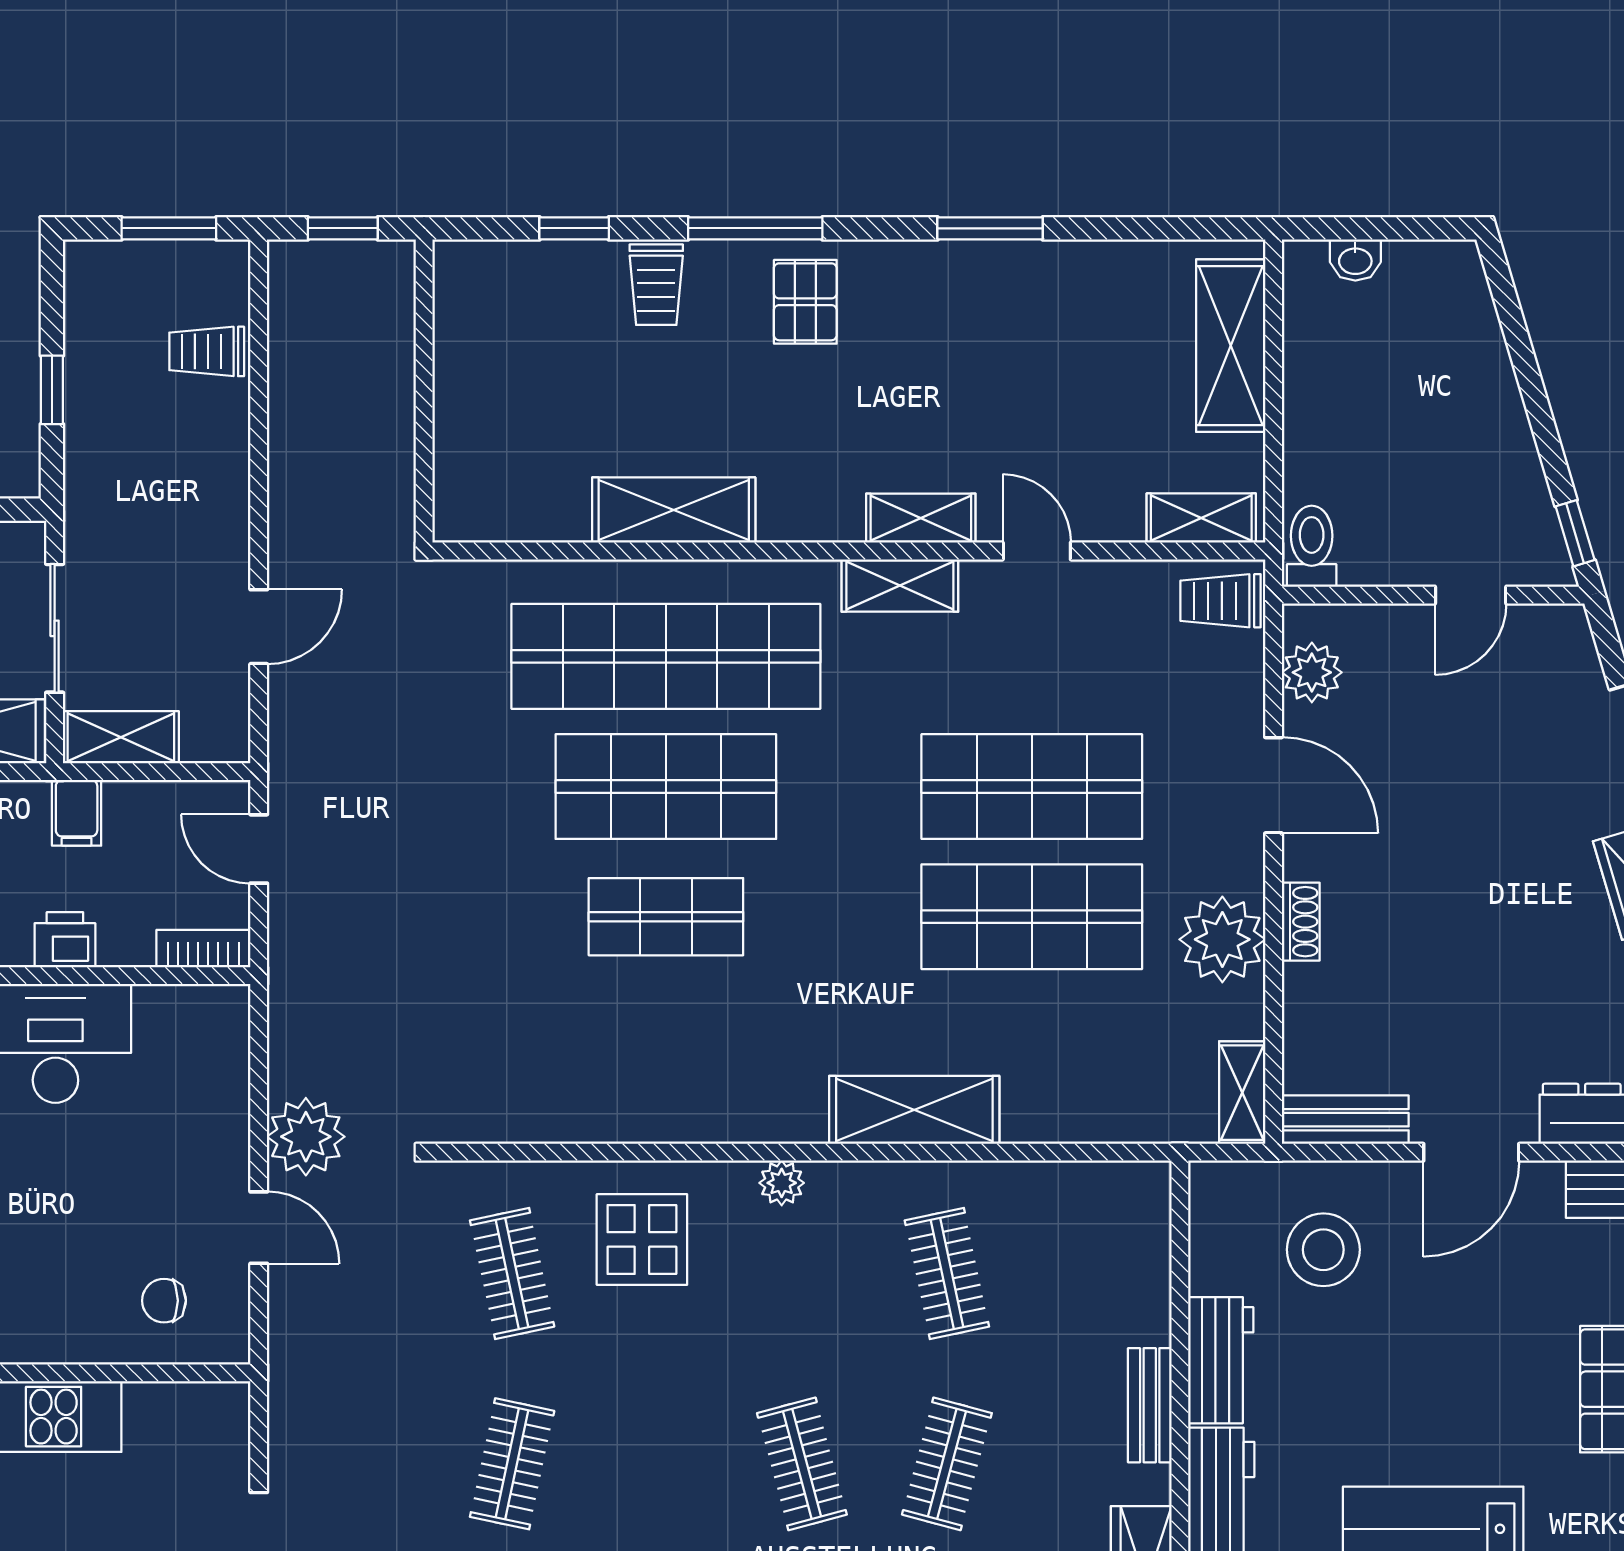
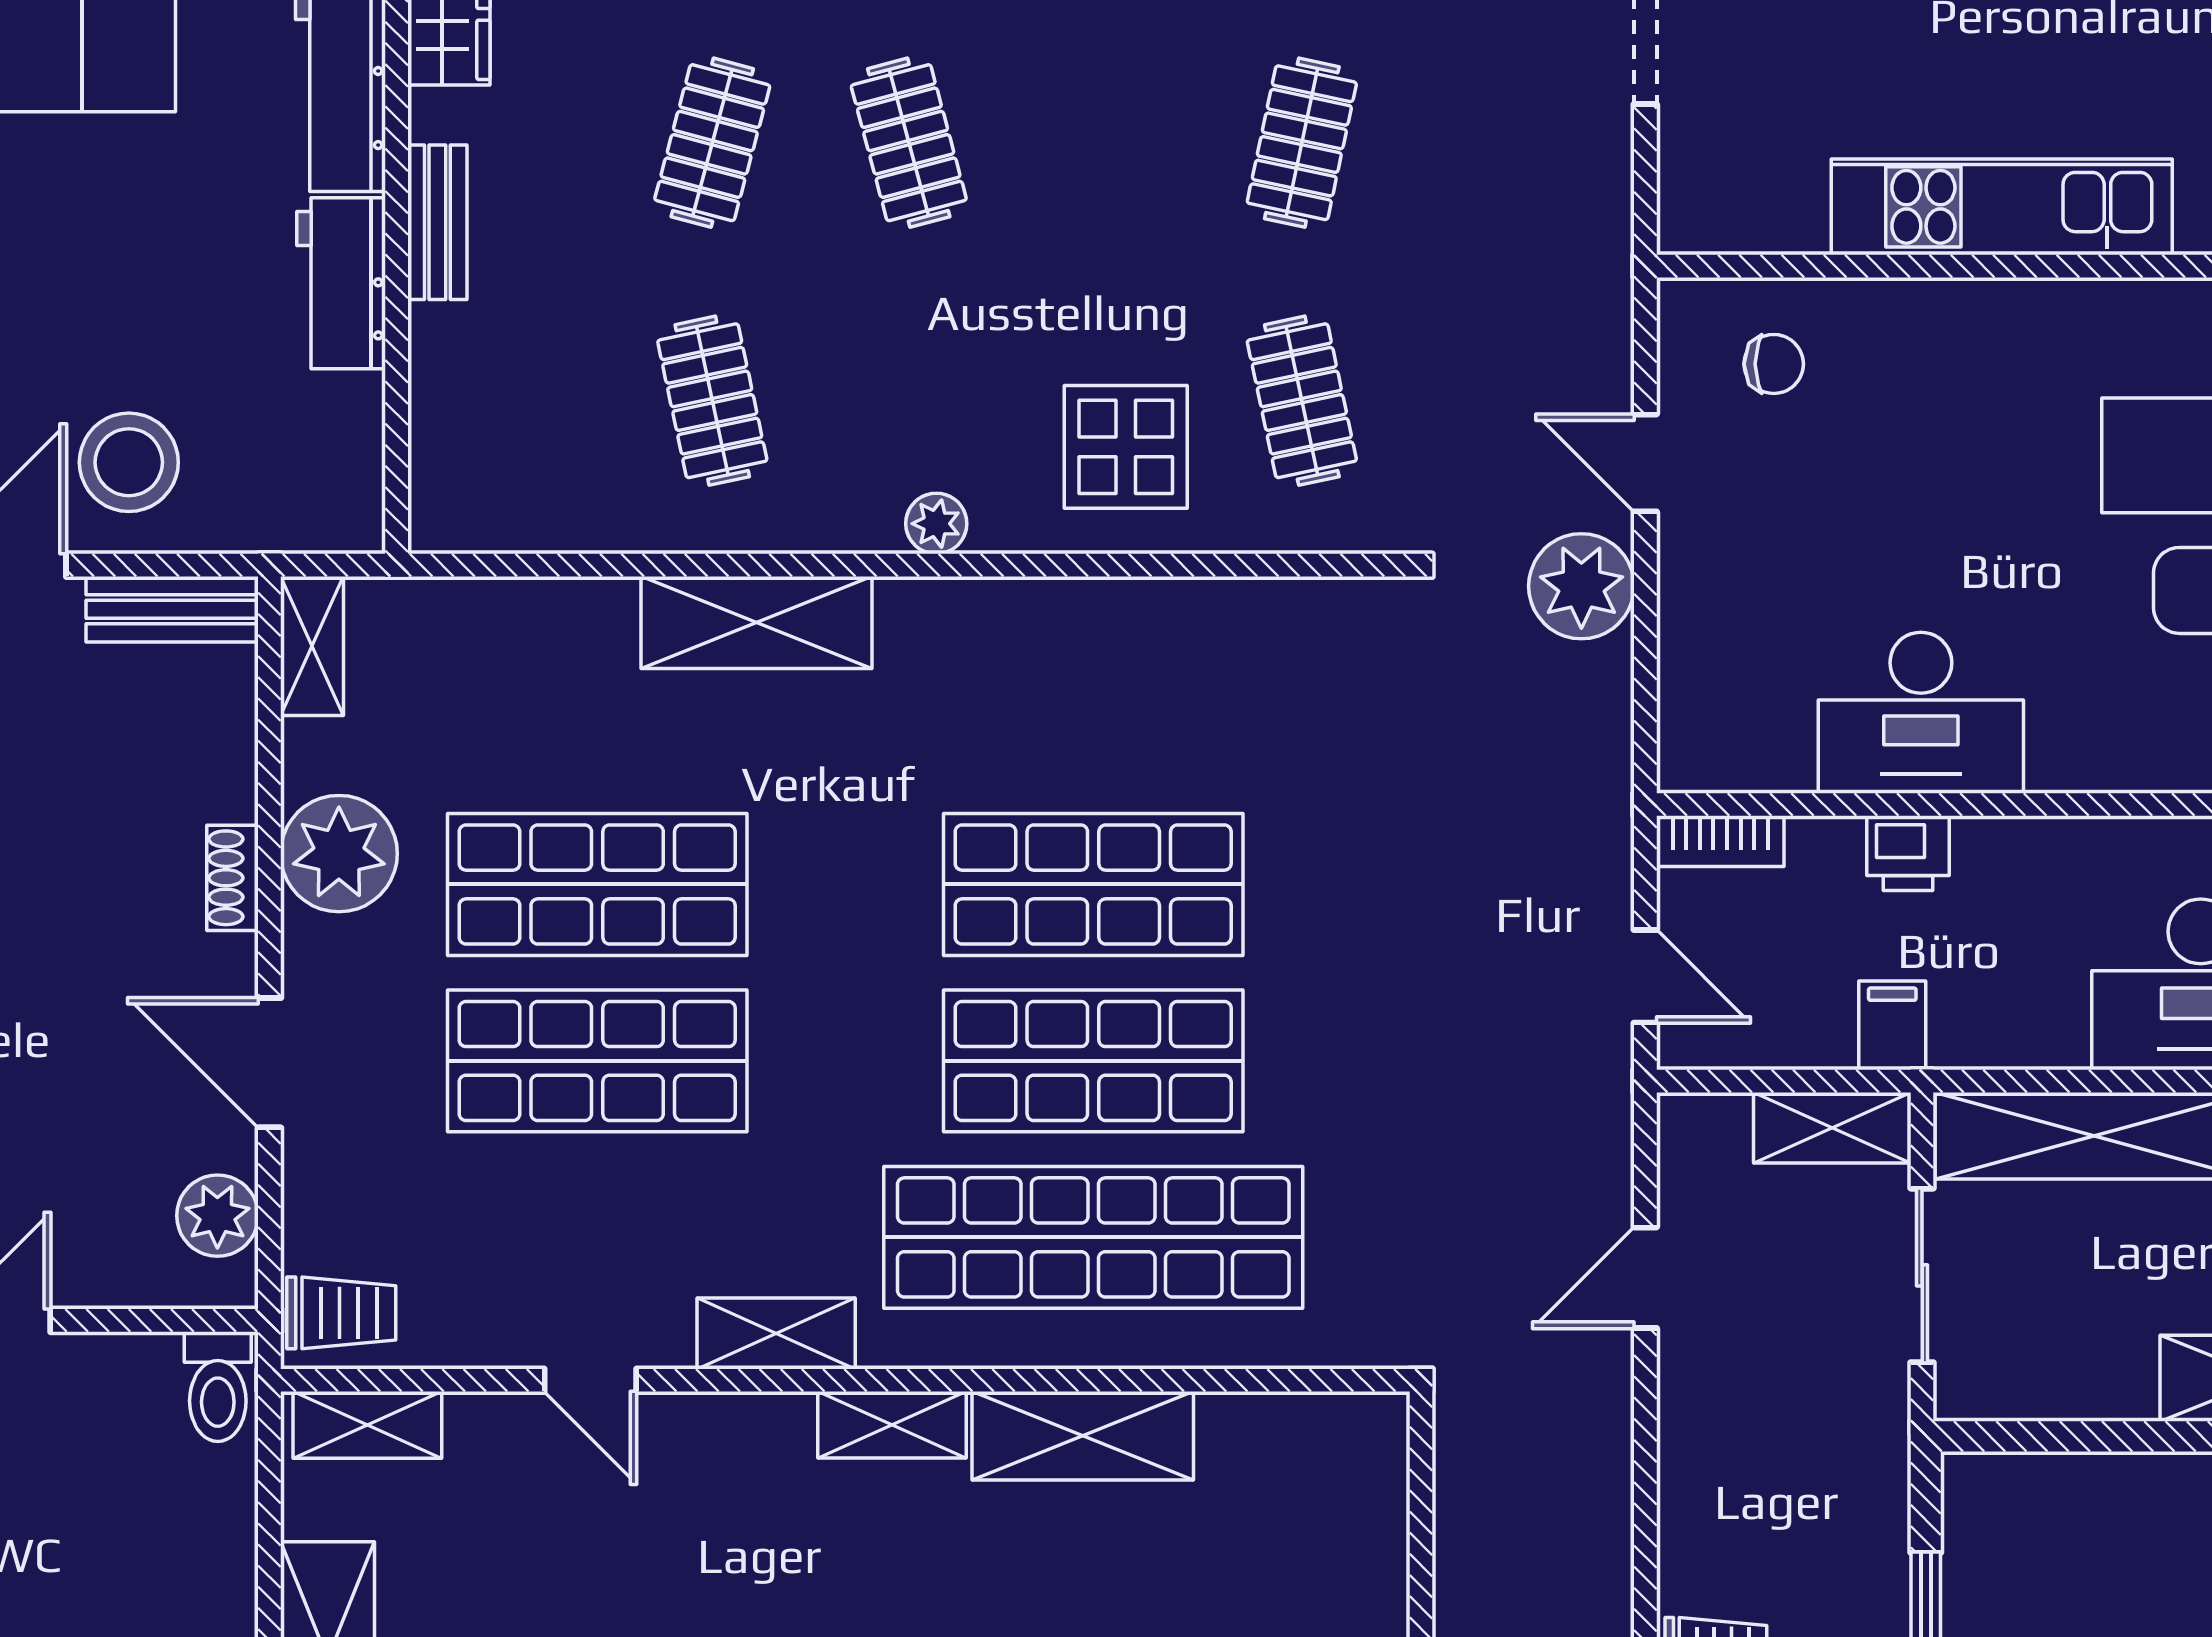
shelving: (921, 518) -> (892, 1425), moved
shop shelf: (666, 917) -> (1093, 884), width x1.43, depth x1.36
stool: (1323, 1250) -> (129, 462), moved

